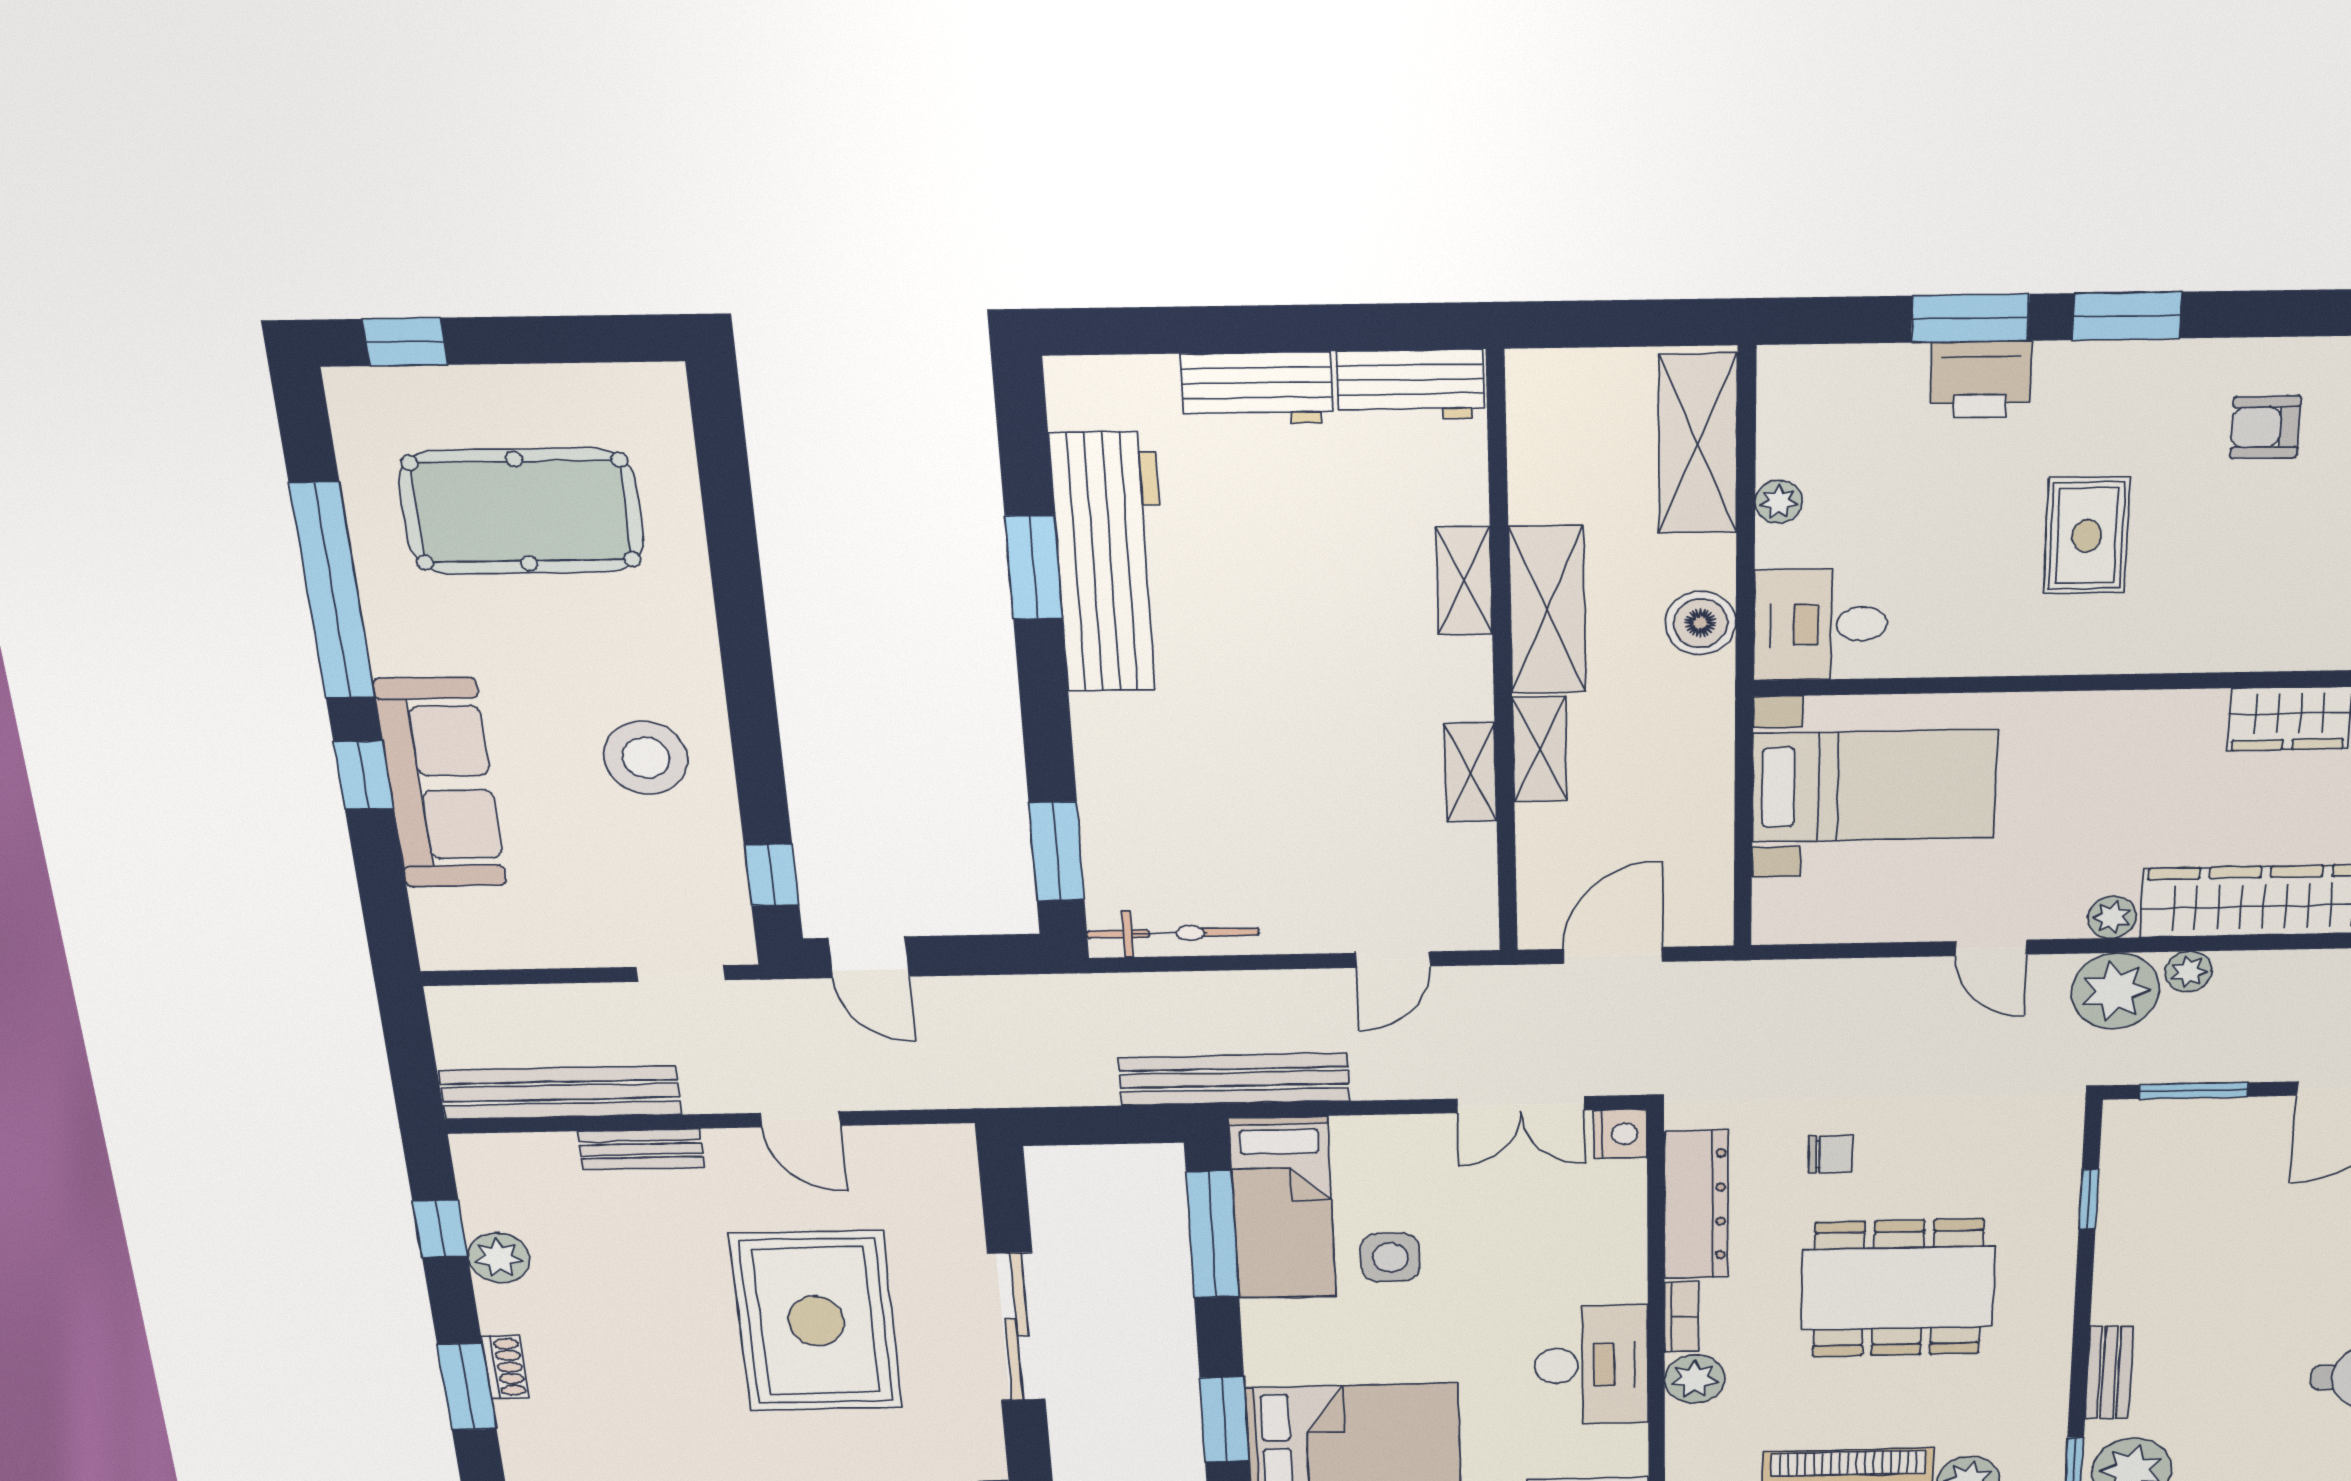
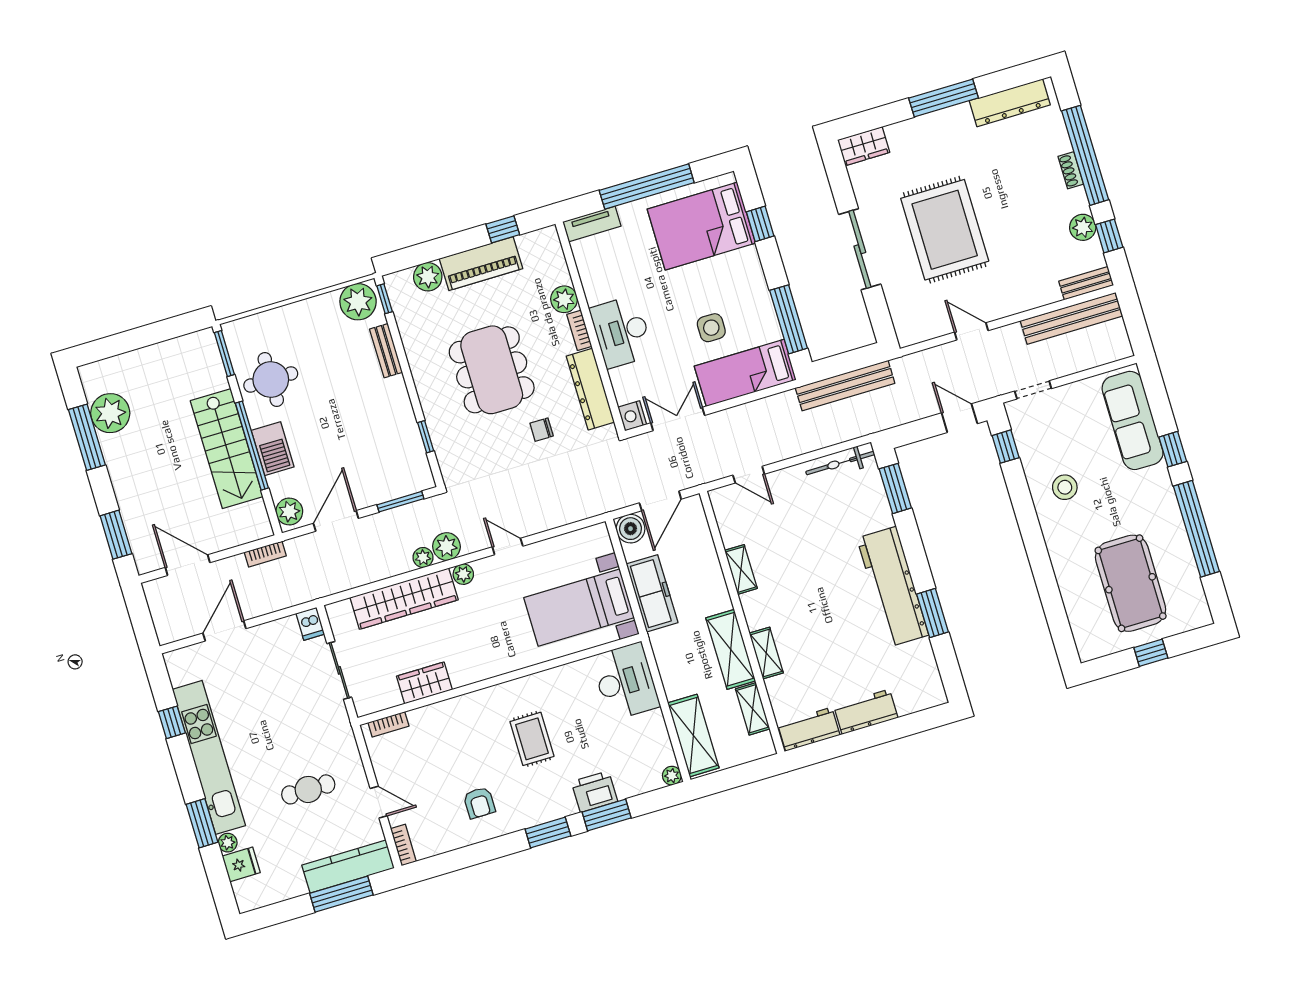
window: (405, 342) -> (1151, 653), moved
armchair: (2265, 427) -> (479, 803), turned 90
plant: (1779, 502) -> (672, 776), moved
pool table: (522, 511) -> (1131, 583), turned 90
workbench: (1111, 563) -> (893, 587), moved
boiler: (1700, 623) -> (631, 529), moved
desk: (1821, 624) -> (625, 681), width x1.37
shelving: (1540, 749) -> (753, 709), moved
stool: (646, 758) -> (1065, 487), width x0.73, depth x0.73
freezer: (1695, 774) -> (652, 593), added
sofa: (440, 783) -> (1133, 420), moved
door: (1393, 960) -> (749, 475), swing flipped
plant: (2115, 991) -> (446, 546), width x0.73, depth x0.73
bench: (1234, 1079) -> (845, 386), moved
bench: (641, 1149) -> (1086, 283), moved
bed: (1283, 1208) -> (745, 373), moved, turned -90
dining table: (1898, 1288) -> (492, 370), turned 90
desk: (1591, 1365) -> (622, 332), moved
window: (467, 1387) -> (1085, 155), width x2.11
window: (1224, 1419) -> (760, 224), width x0.67

